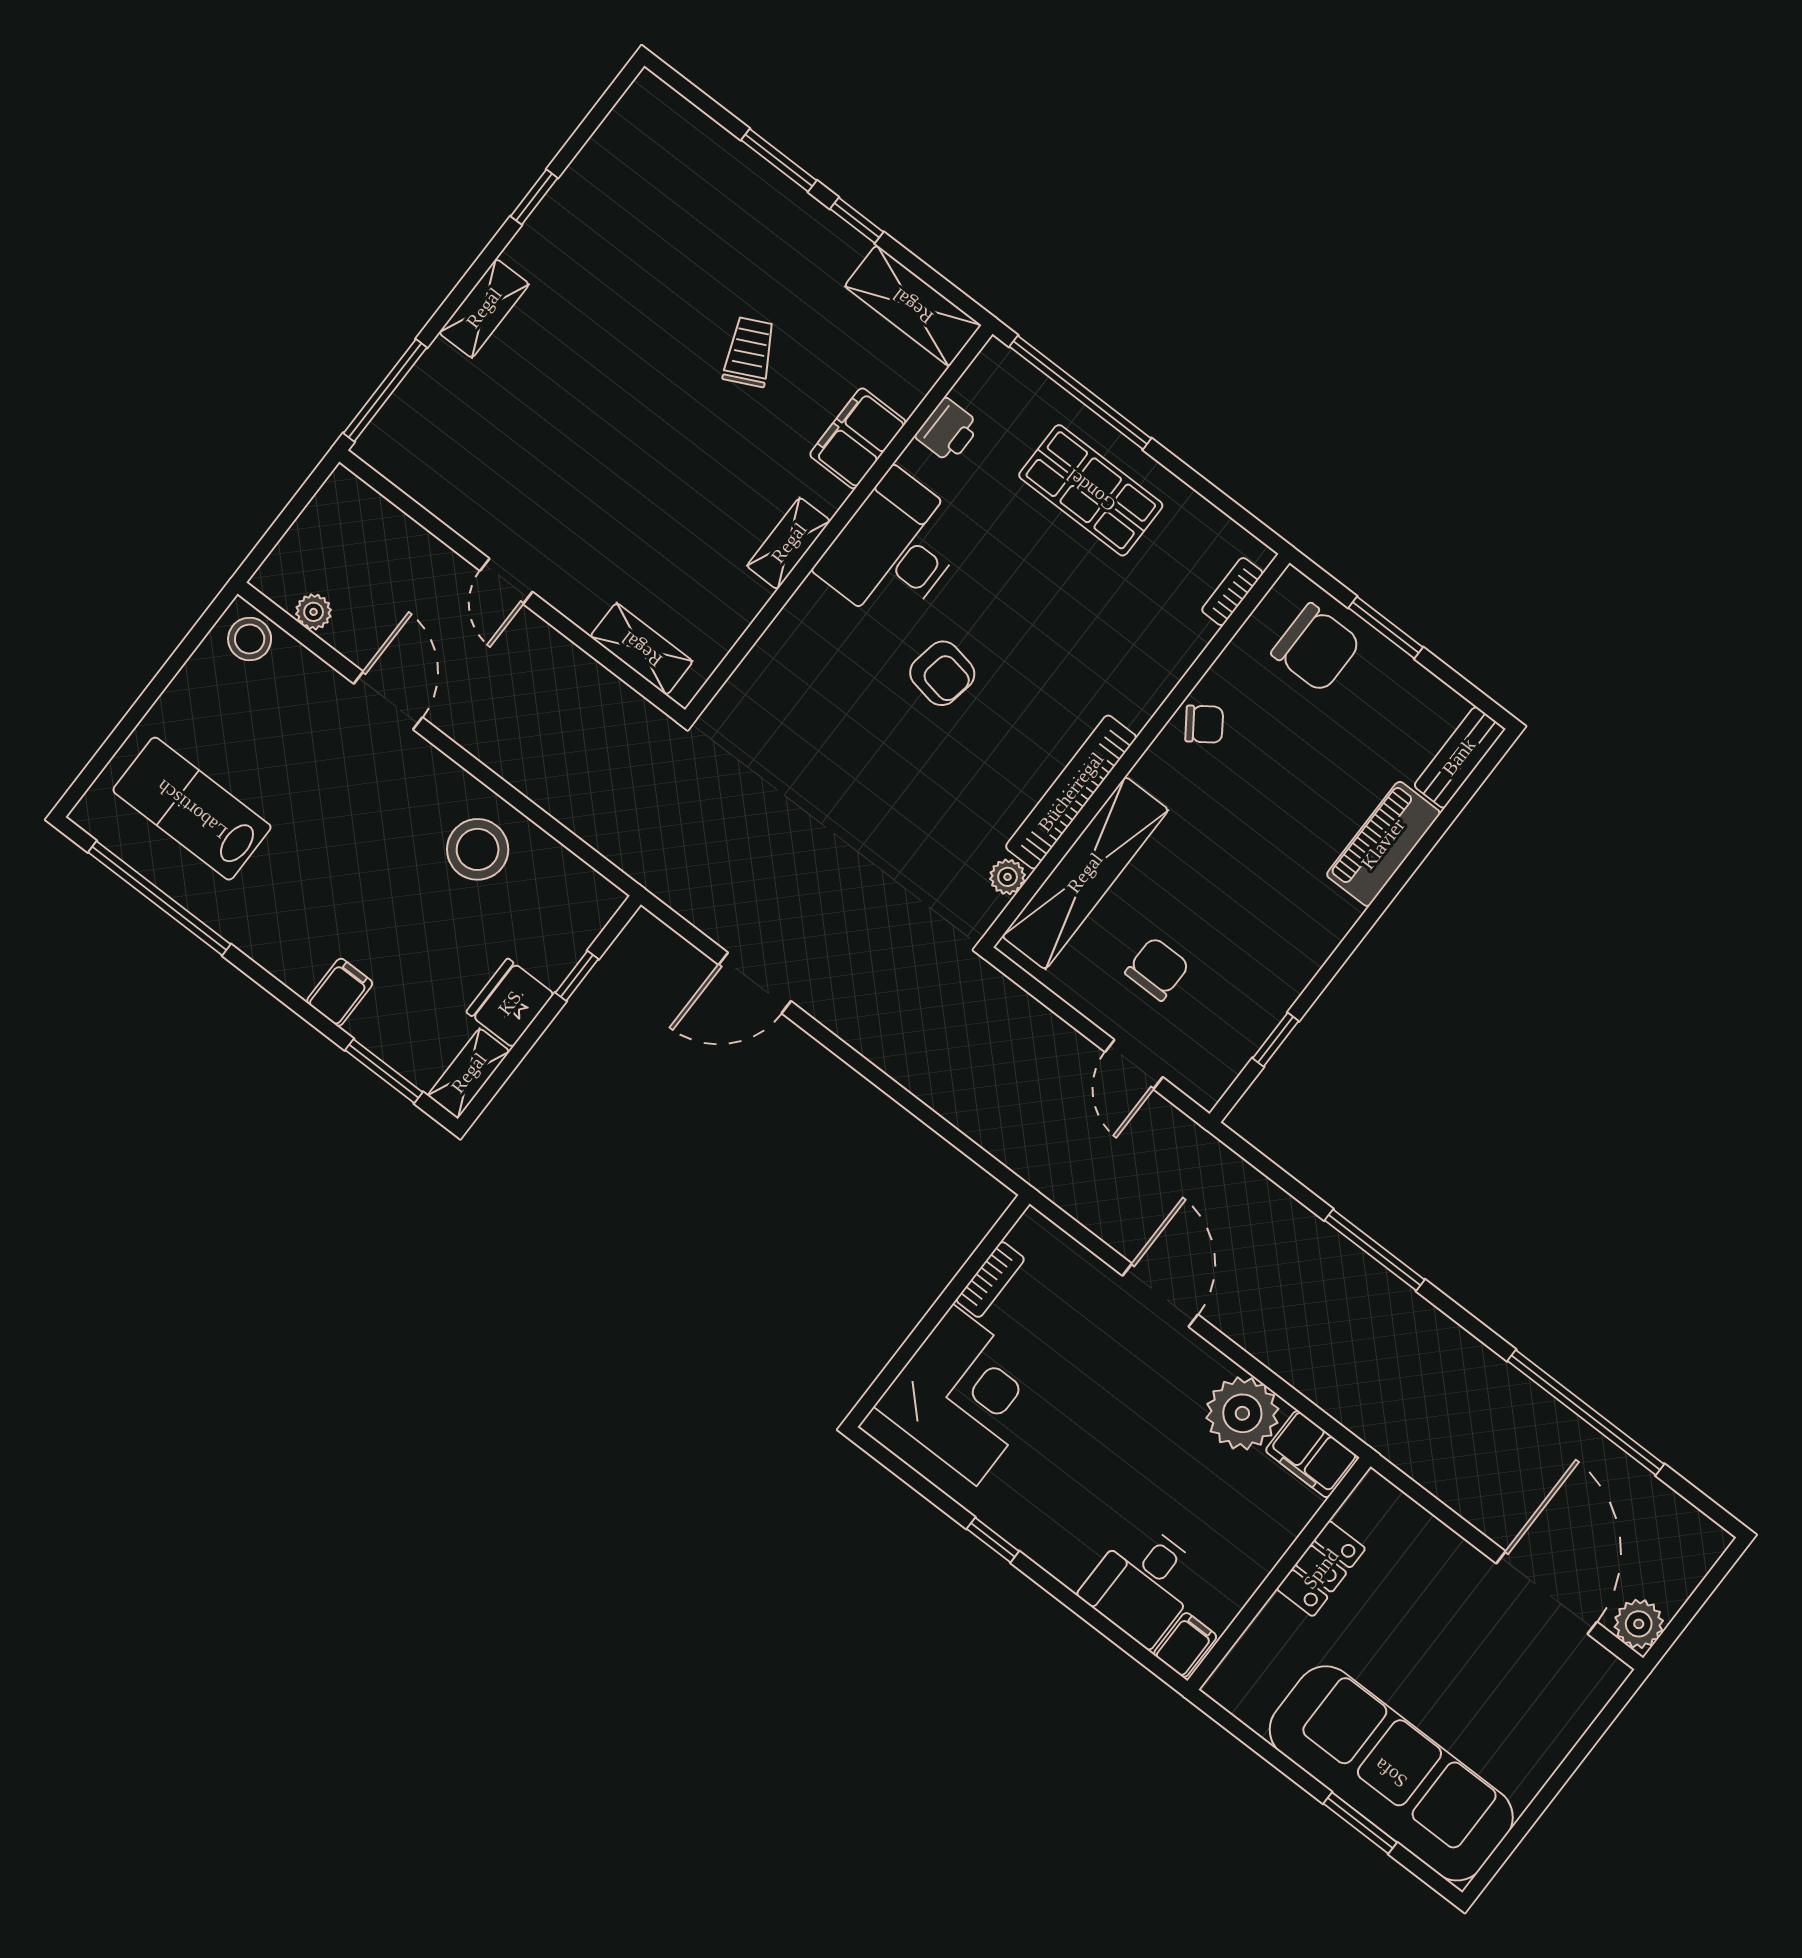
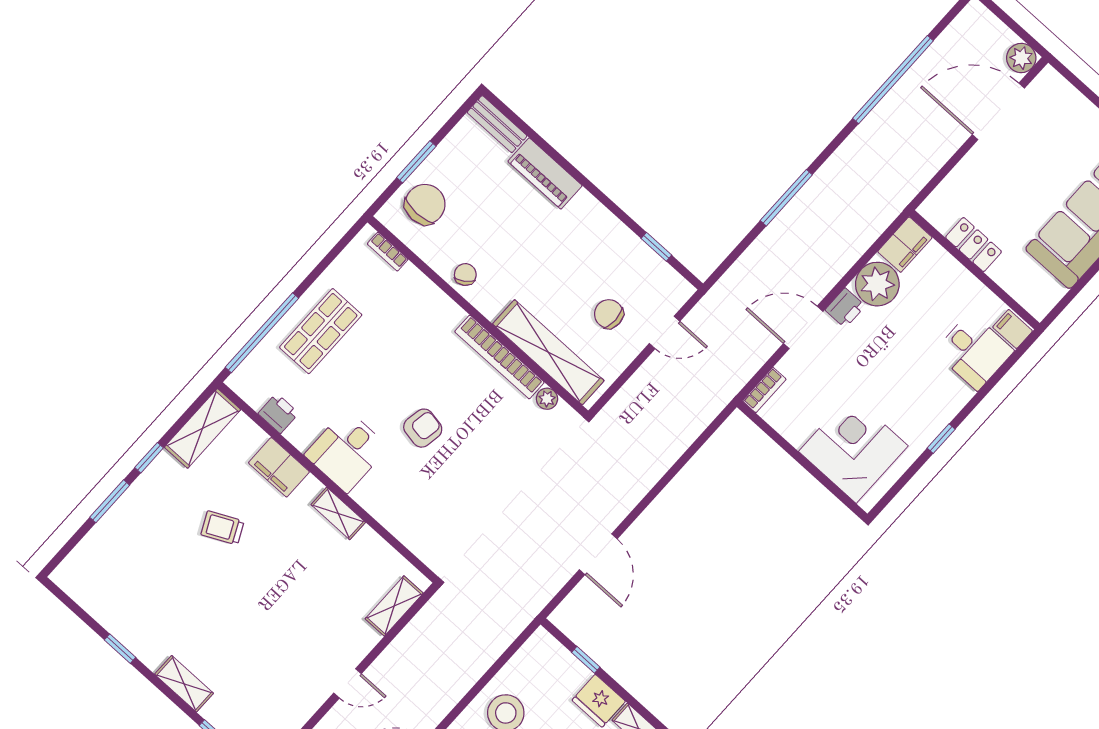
desk: (894, 549) -> (347, 451), width x0.73
bookcase: (990, 1280) -> (764, 390), moved, turned 90
printer: (1198, 1363) -> (845, 308), added

